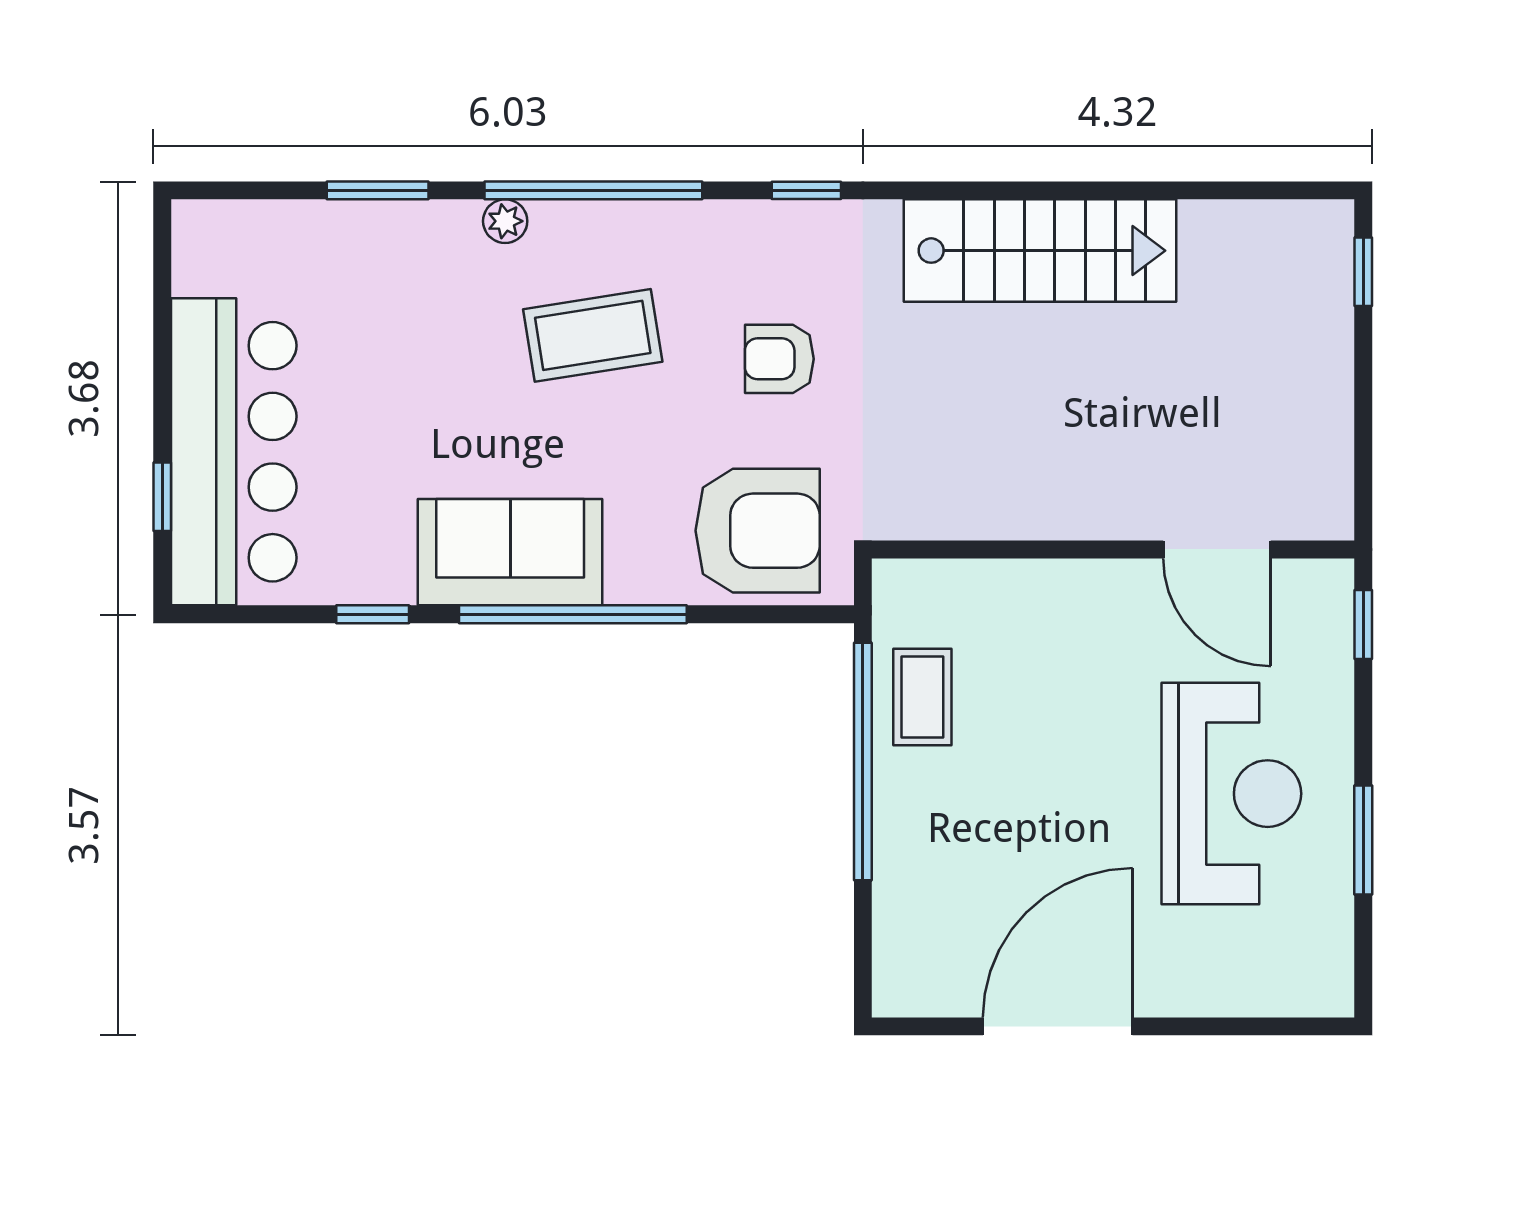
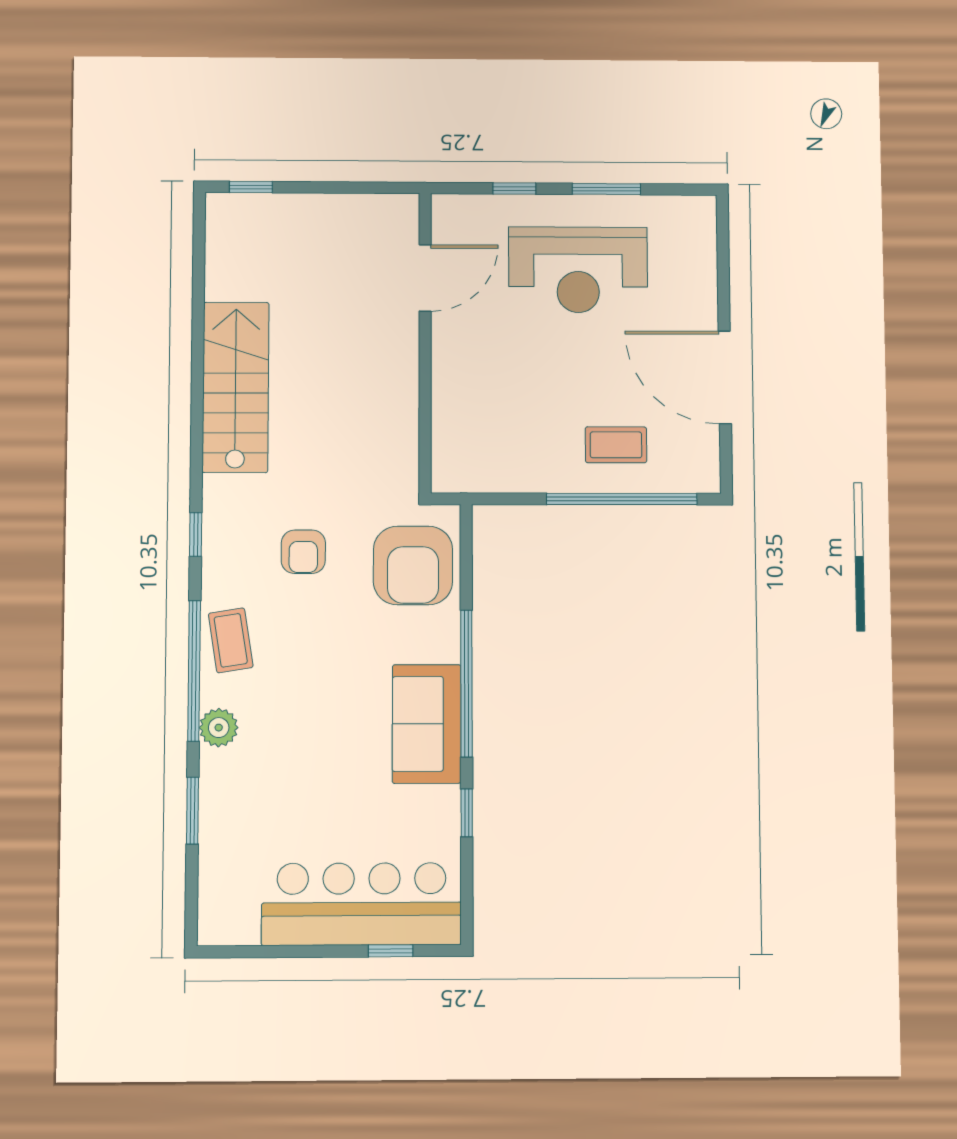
plant: (505, 221) -> (219, 728), width x1.38, depth x1.38
coffee table: (593, 335) -> (231, 640), moved, width x0.73, depth x0.77
armchair: (758, 531) -> (413, 565), turned 180
window: (1363, 624) -> (514, 188), moved
coffee table: (922, 697) -> (616, 445), moved
window: (863, 761) -> (622, 499), moved
reception desk: (1231, 794) -> (578, 270), turned 180

